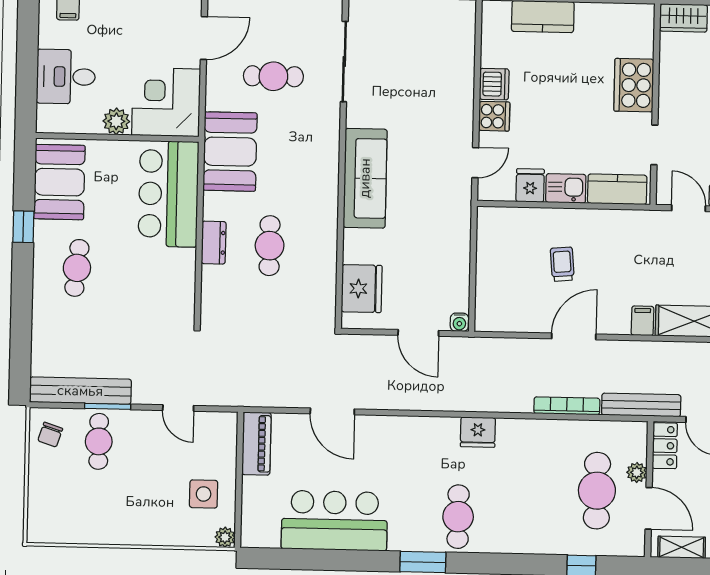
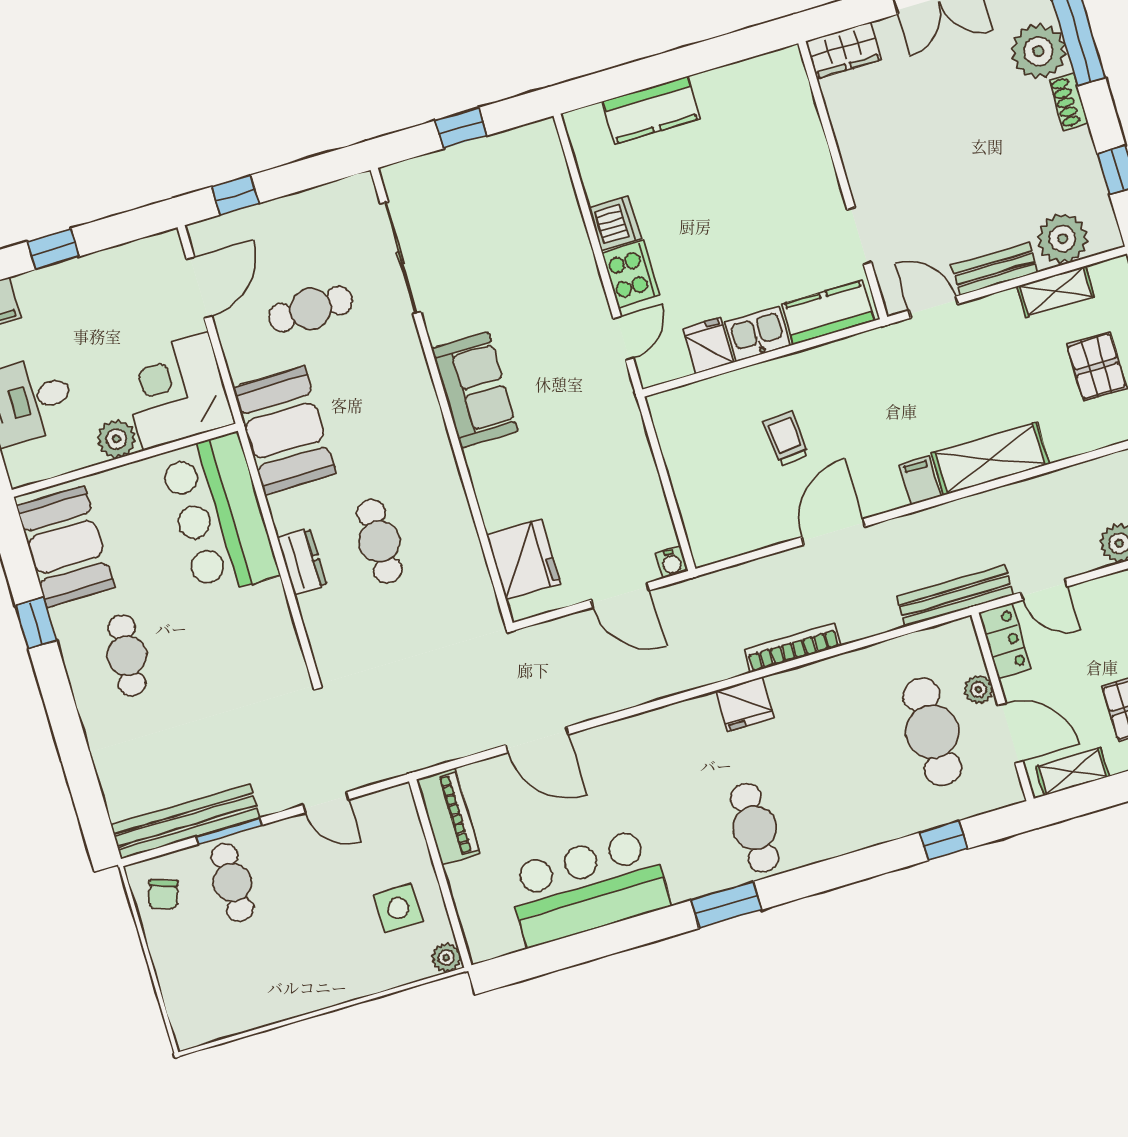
cooker: (634, 85) -> (805, 164), removed
cooker: (494, 116) -> (631, 274), width x1.36
sofa: (365, 178) -> (475, 390), width x0.73
bookcase: (567, 406) -> (793, 648), moved

